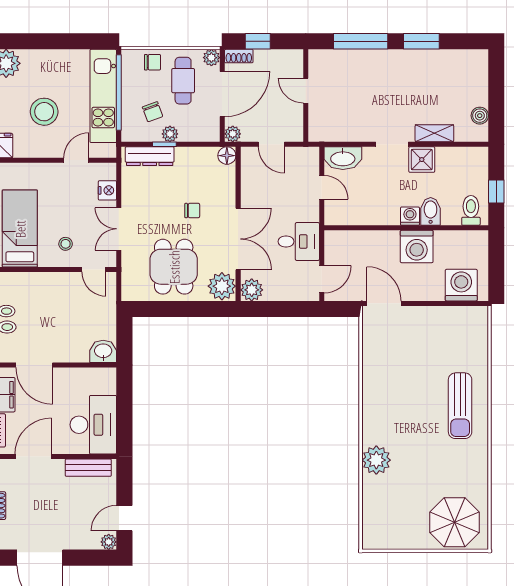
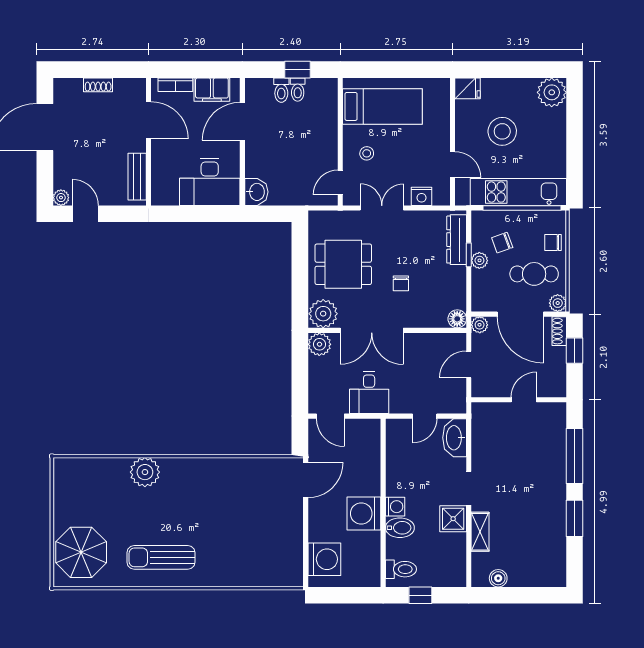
chair: (153, 62) -> (553, 243), turned 90
sun lounger: (460, 406) -> (161, 557), moved
desk: (93, 425) -> (210, 182), moved

